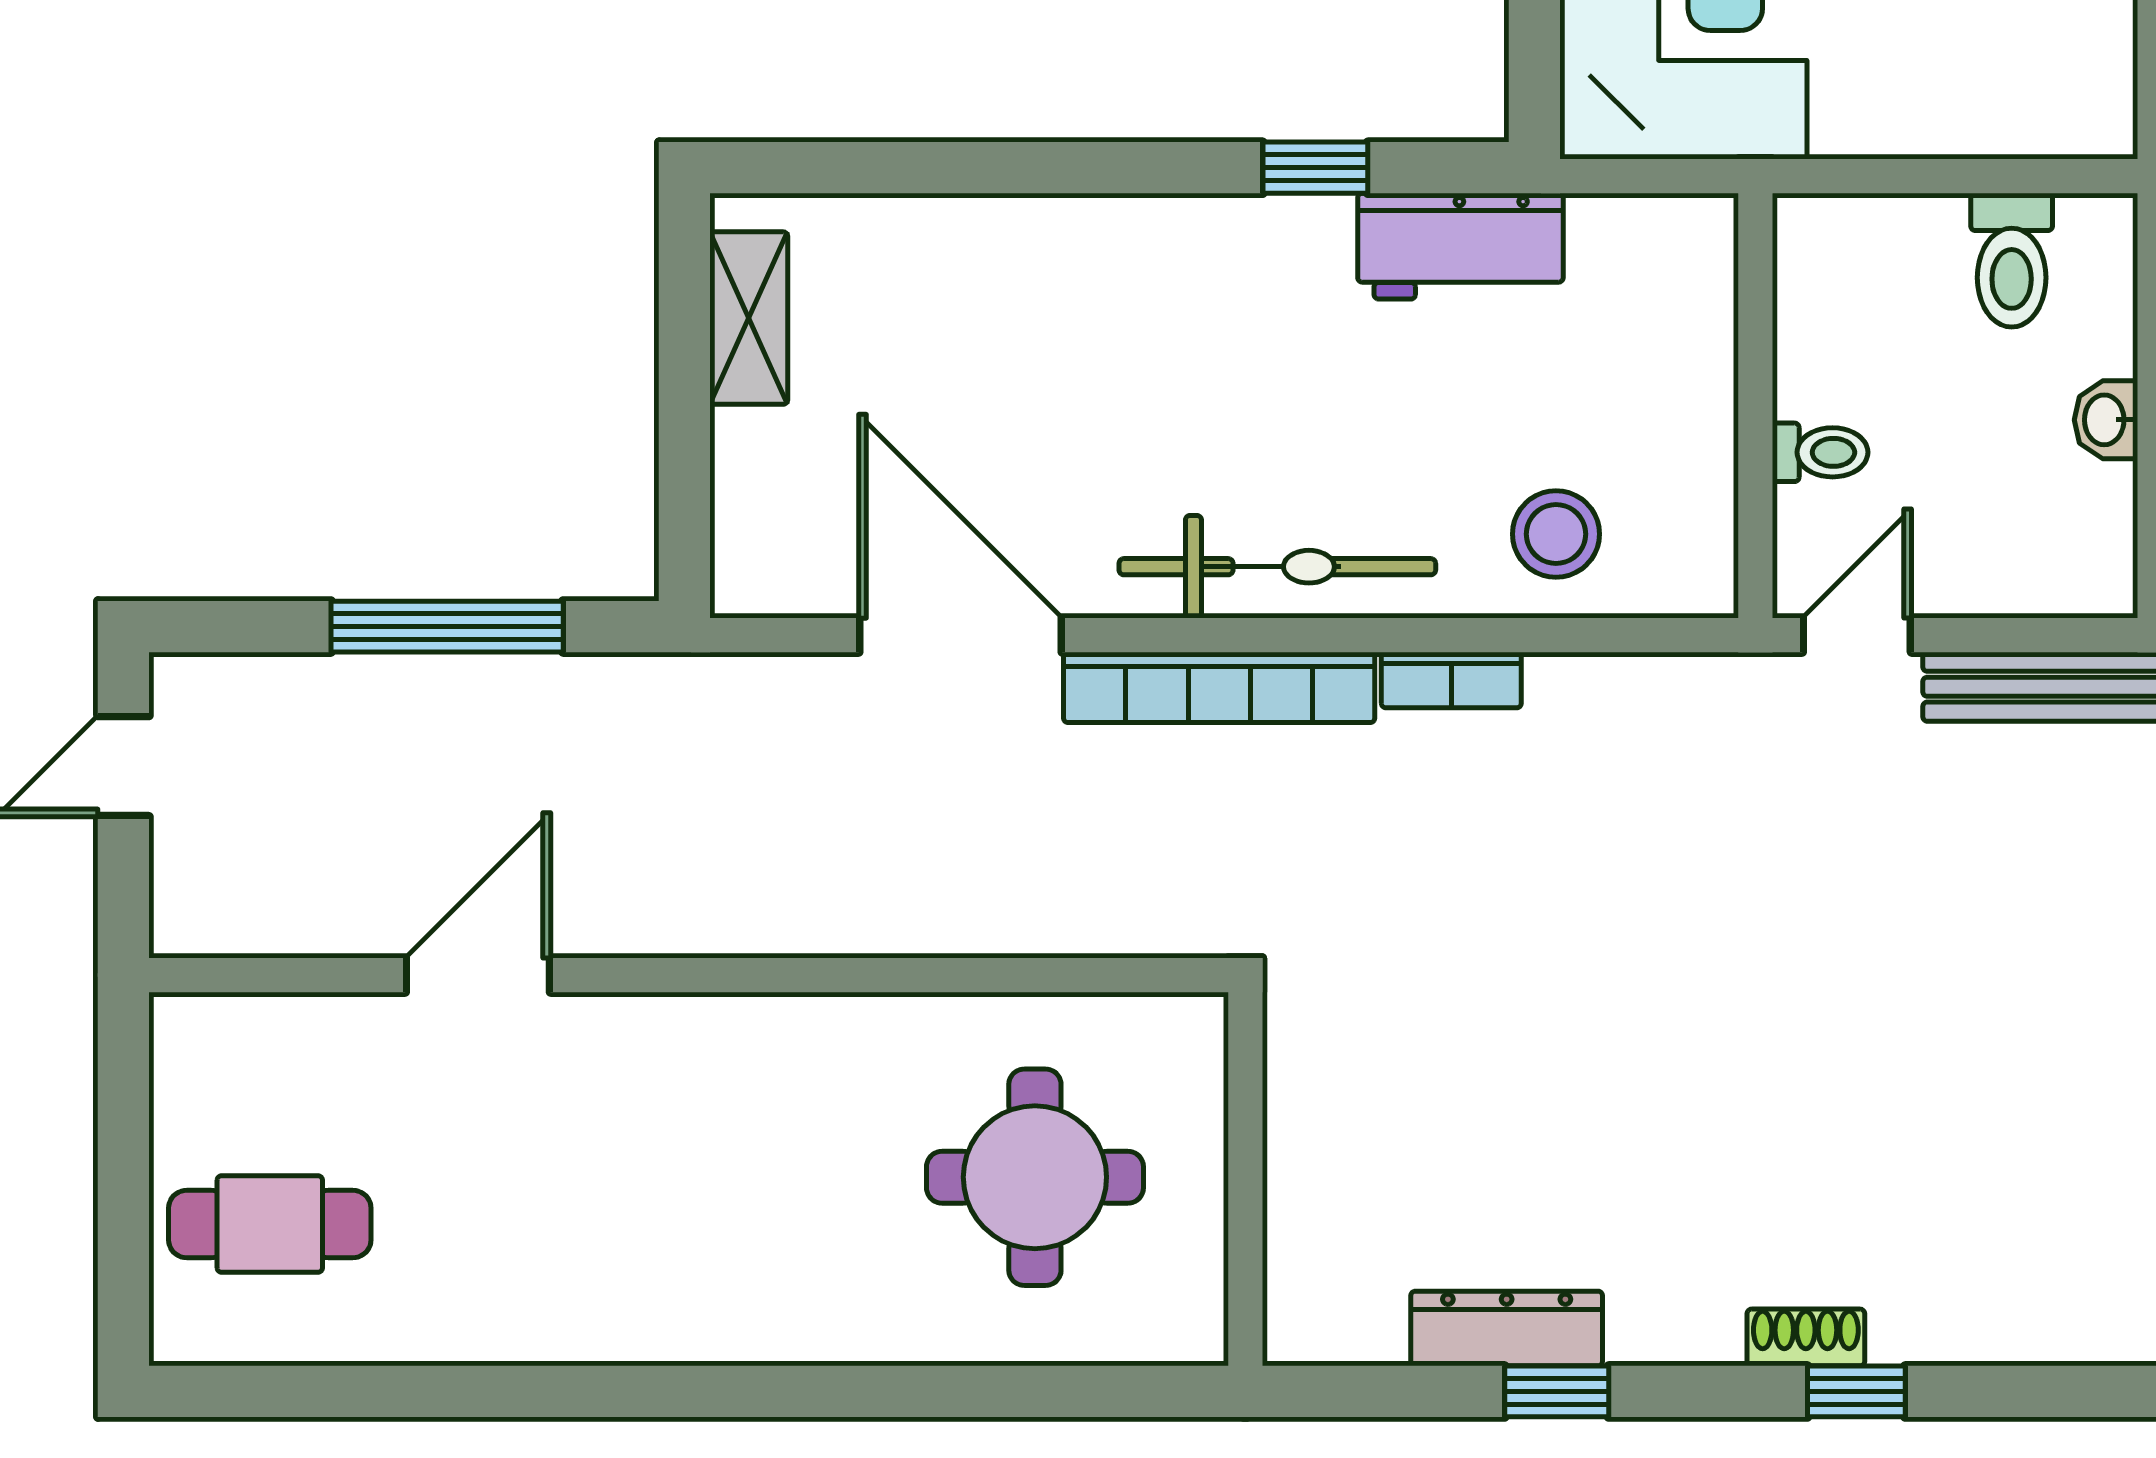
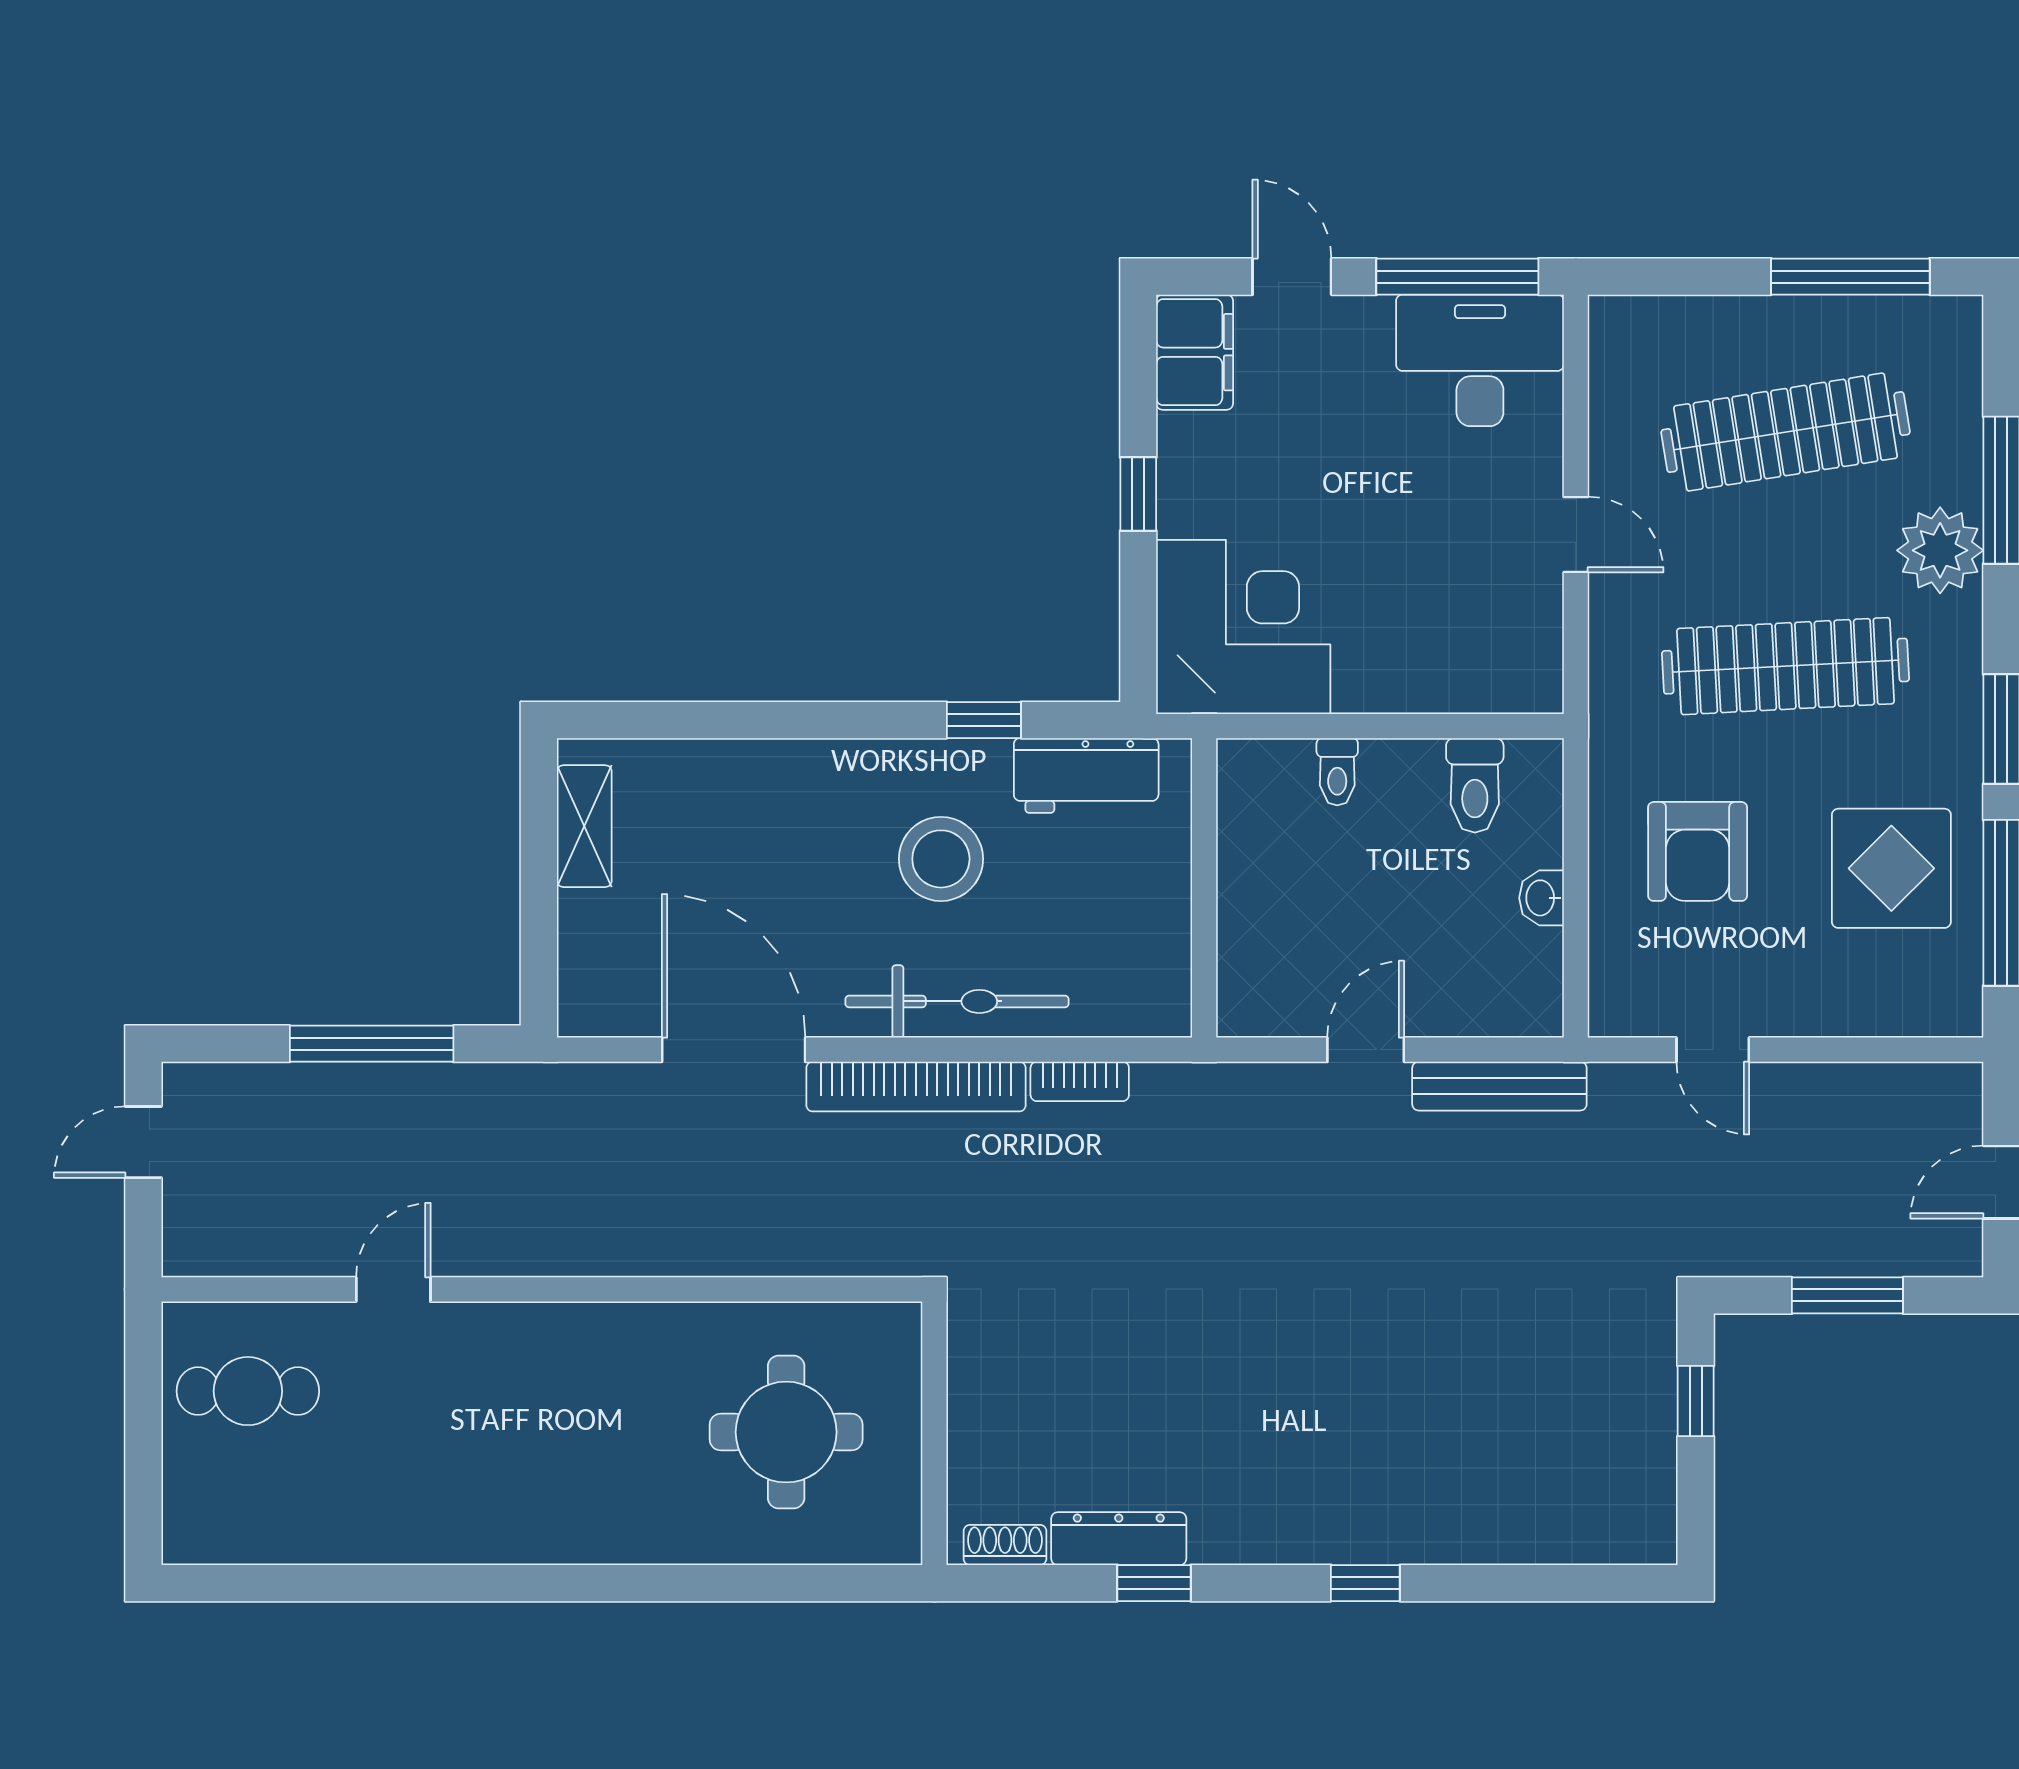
wall: (1755, 406) -> (1204, 888), moved
toilet: (1820, 452) -> (1337, 772), moved, turned 90
stool: (1556, 534) -> (941, 859), moved, width x1.38, depth x1.38
door: (478, 975) -> (393, 1289), width x0.73
cafe table: (270, 1224) -> (248, 1391), moved
shoe rack: (1806, 1337) -> (1005, 1545), moved

